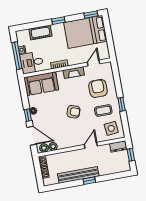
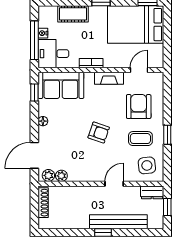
window: (28, 115) -> (34, 93), moved
door: (32, 136) -> (34, 155), swing flipped
bench: (78, 175) -> (118, 222), moved

